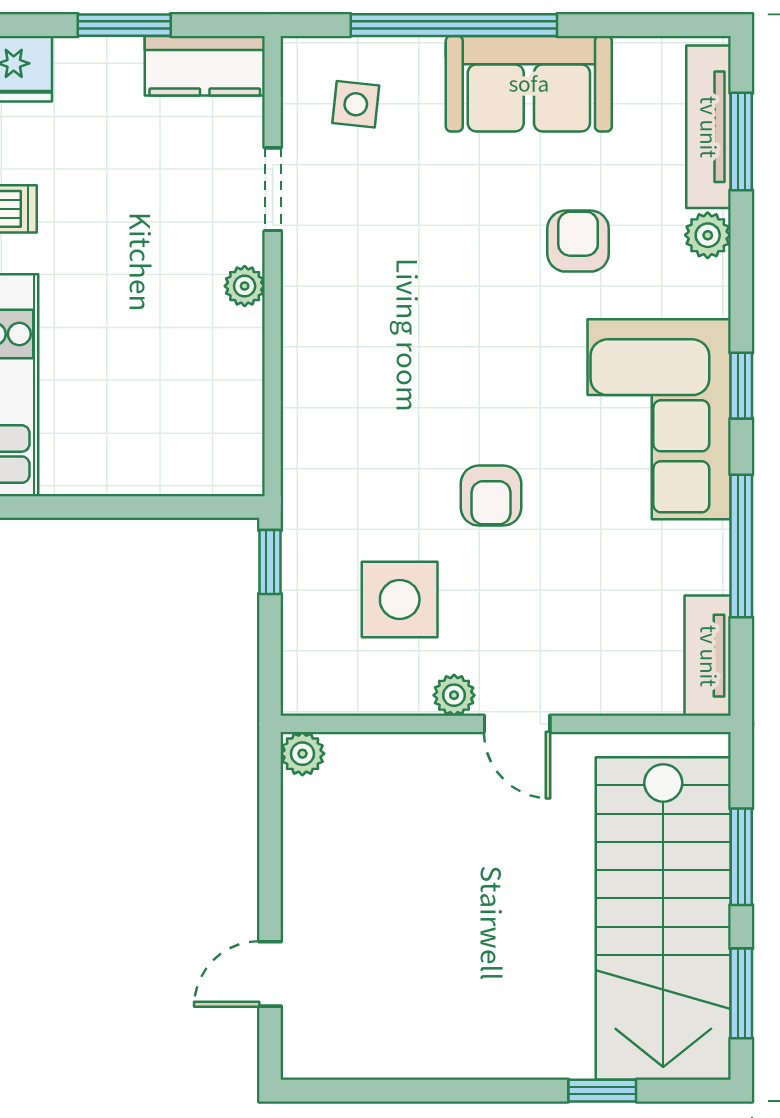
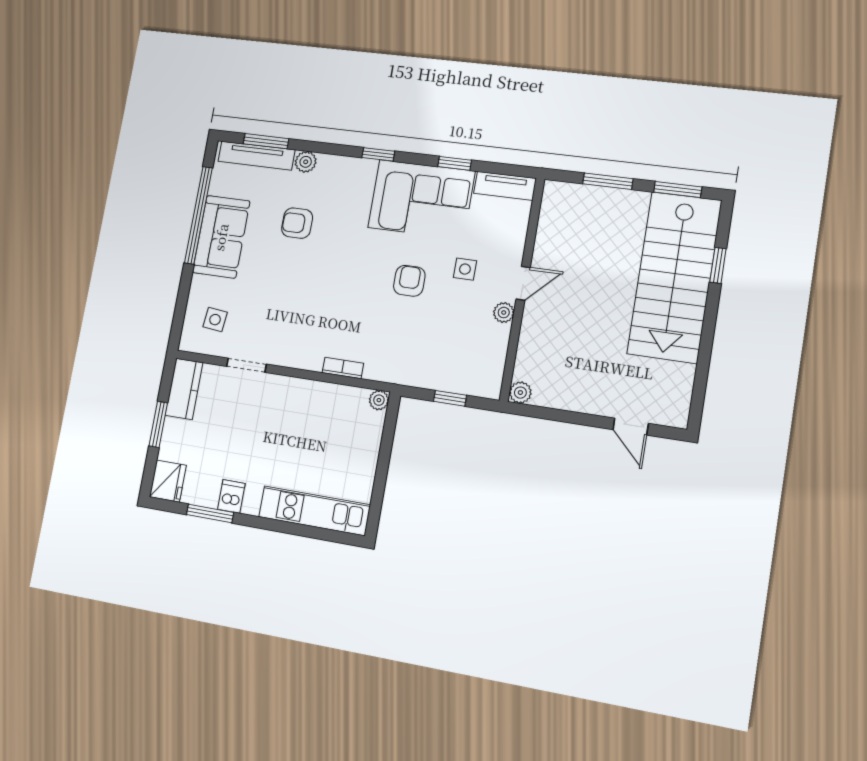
window: (454, 25) -> (198, 215), moved
plant: (245, 286) -> (379, 400), moved
bookcase: (297, 391) -> (343, 368), added
corner sofa: (659, 419) -> (421, 199), moved
armchair: (491, 496) -> (409, 281), turned -90
window: (741, 546) -> (454, 163), width x0.46
window: (270, 562) -> (450, 398), moved
side table: (400, 599) -> (465, 269), moved, width x0.54, depth x0.54
stairs: (663, 919) -> (674, 277), moved, turned 90

